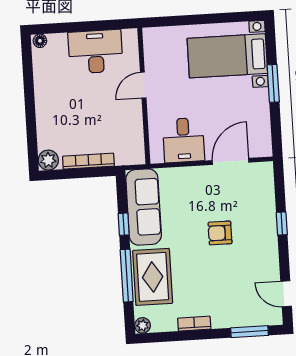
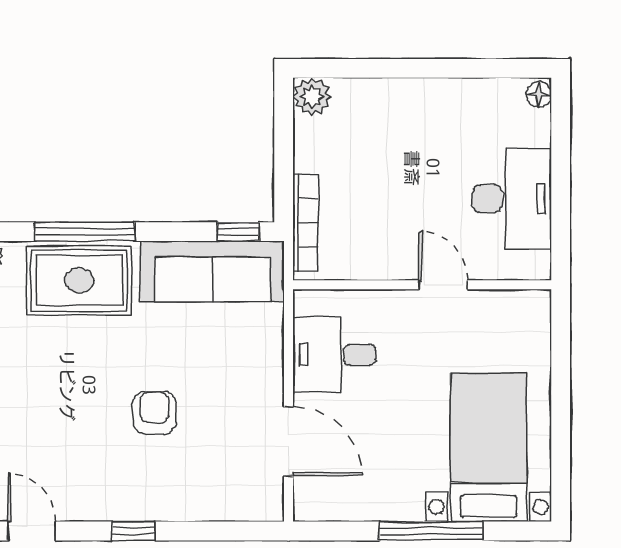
window: (273, 83) -> (431, 531), width x1.44
bookcase: (88, 161) -> (305, 223), moved
window: (124, 224) -> (238, 232), moved
window: (282, 224) -> (133, 531), moved
door: (286, 294) -> (32, 531), hinge flipped

